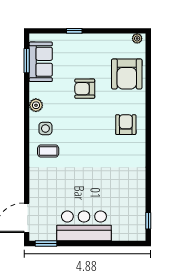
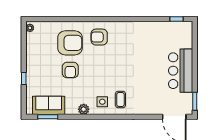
armchair: (127, 74) -> (70, 43), moved

